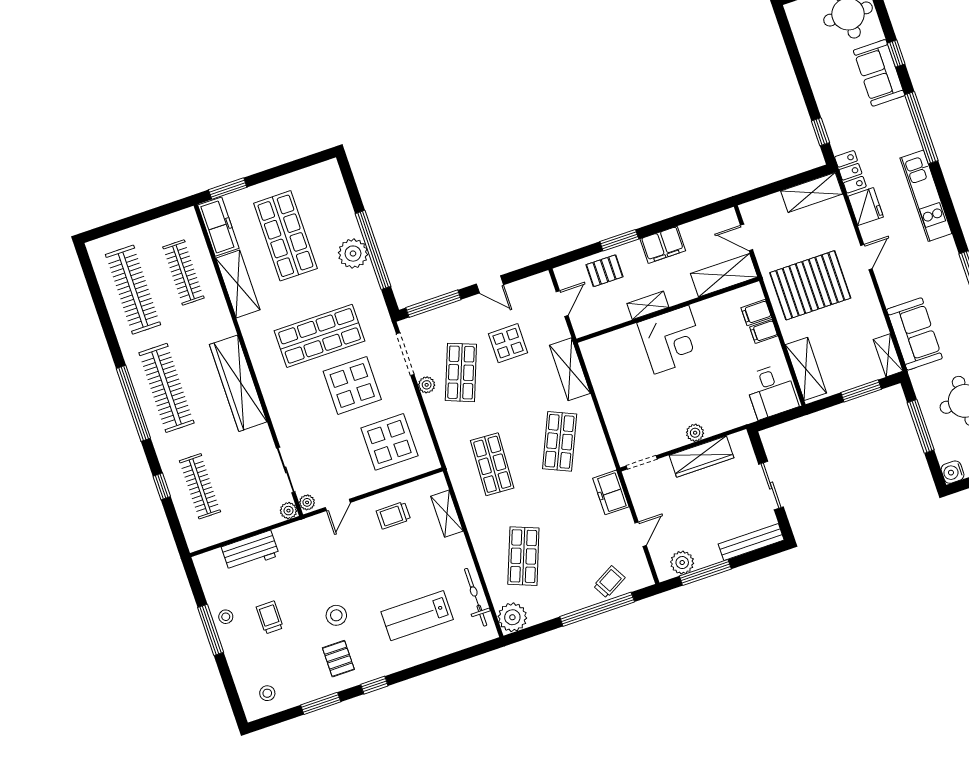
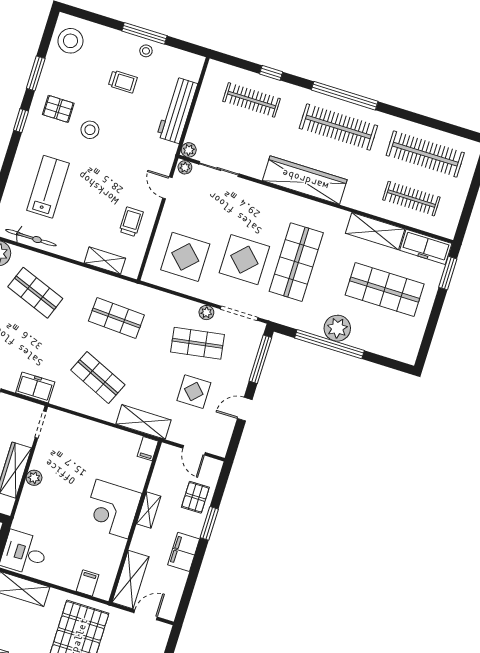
filing cabinet: (764, 331) -> (148, 449), moved, turned 180
shop shelf: (461, 372) -> (197, 343), turned -30
workbench: (250, 551) -> (177, 110), width x1.37
stool: (267, 693) -> (70, 41), width x1.89, depth x1.89

